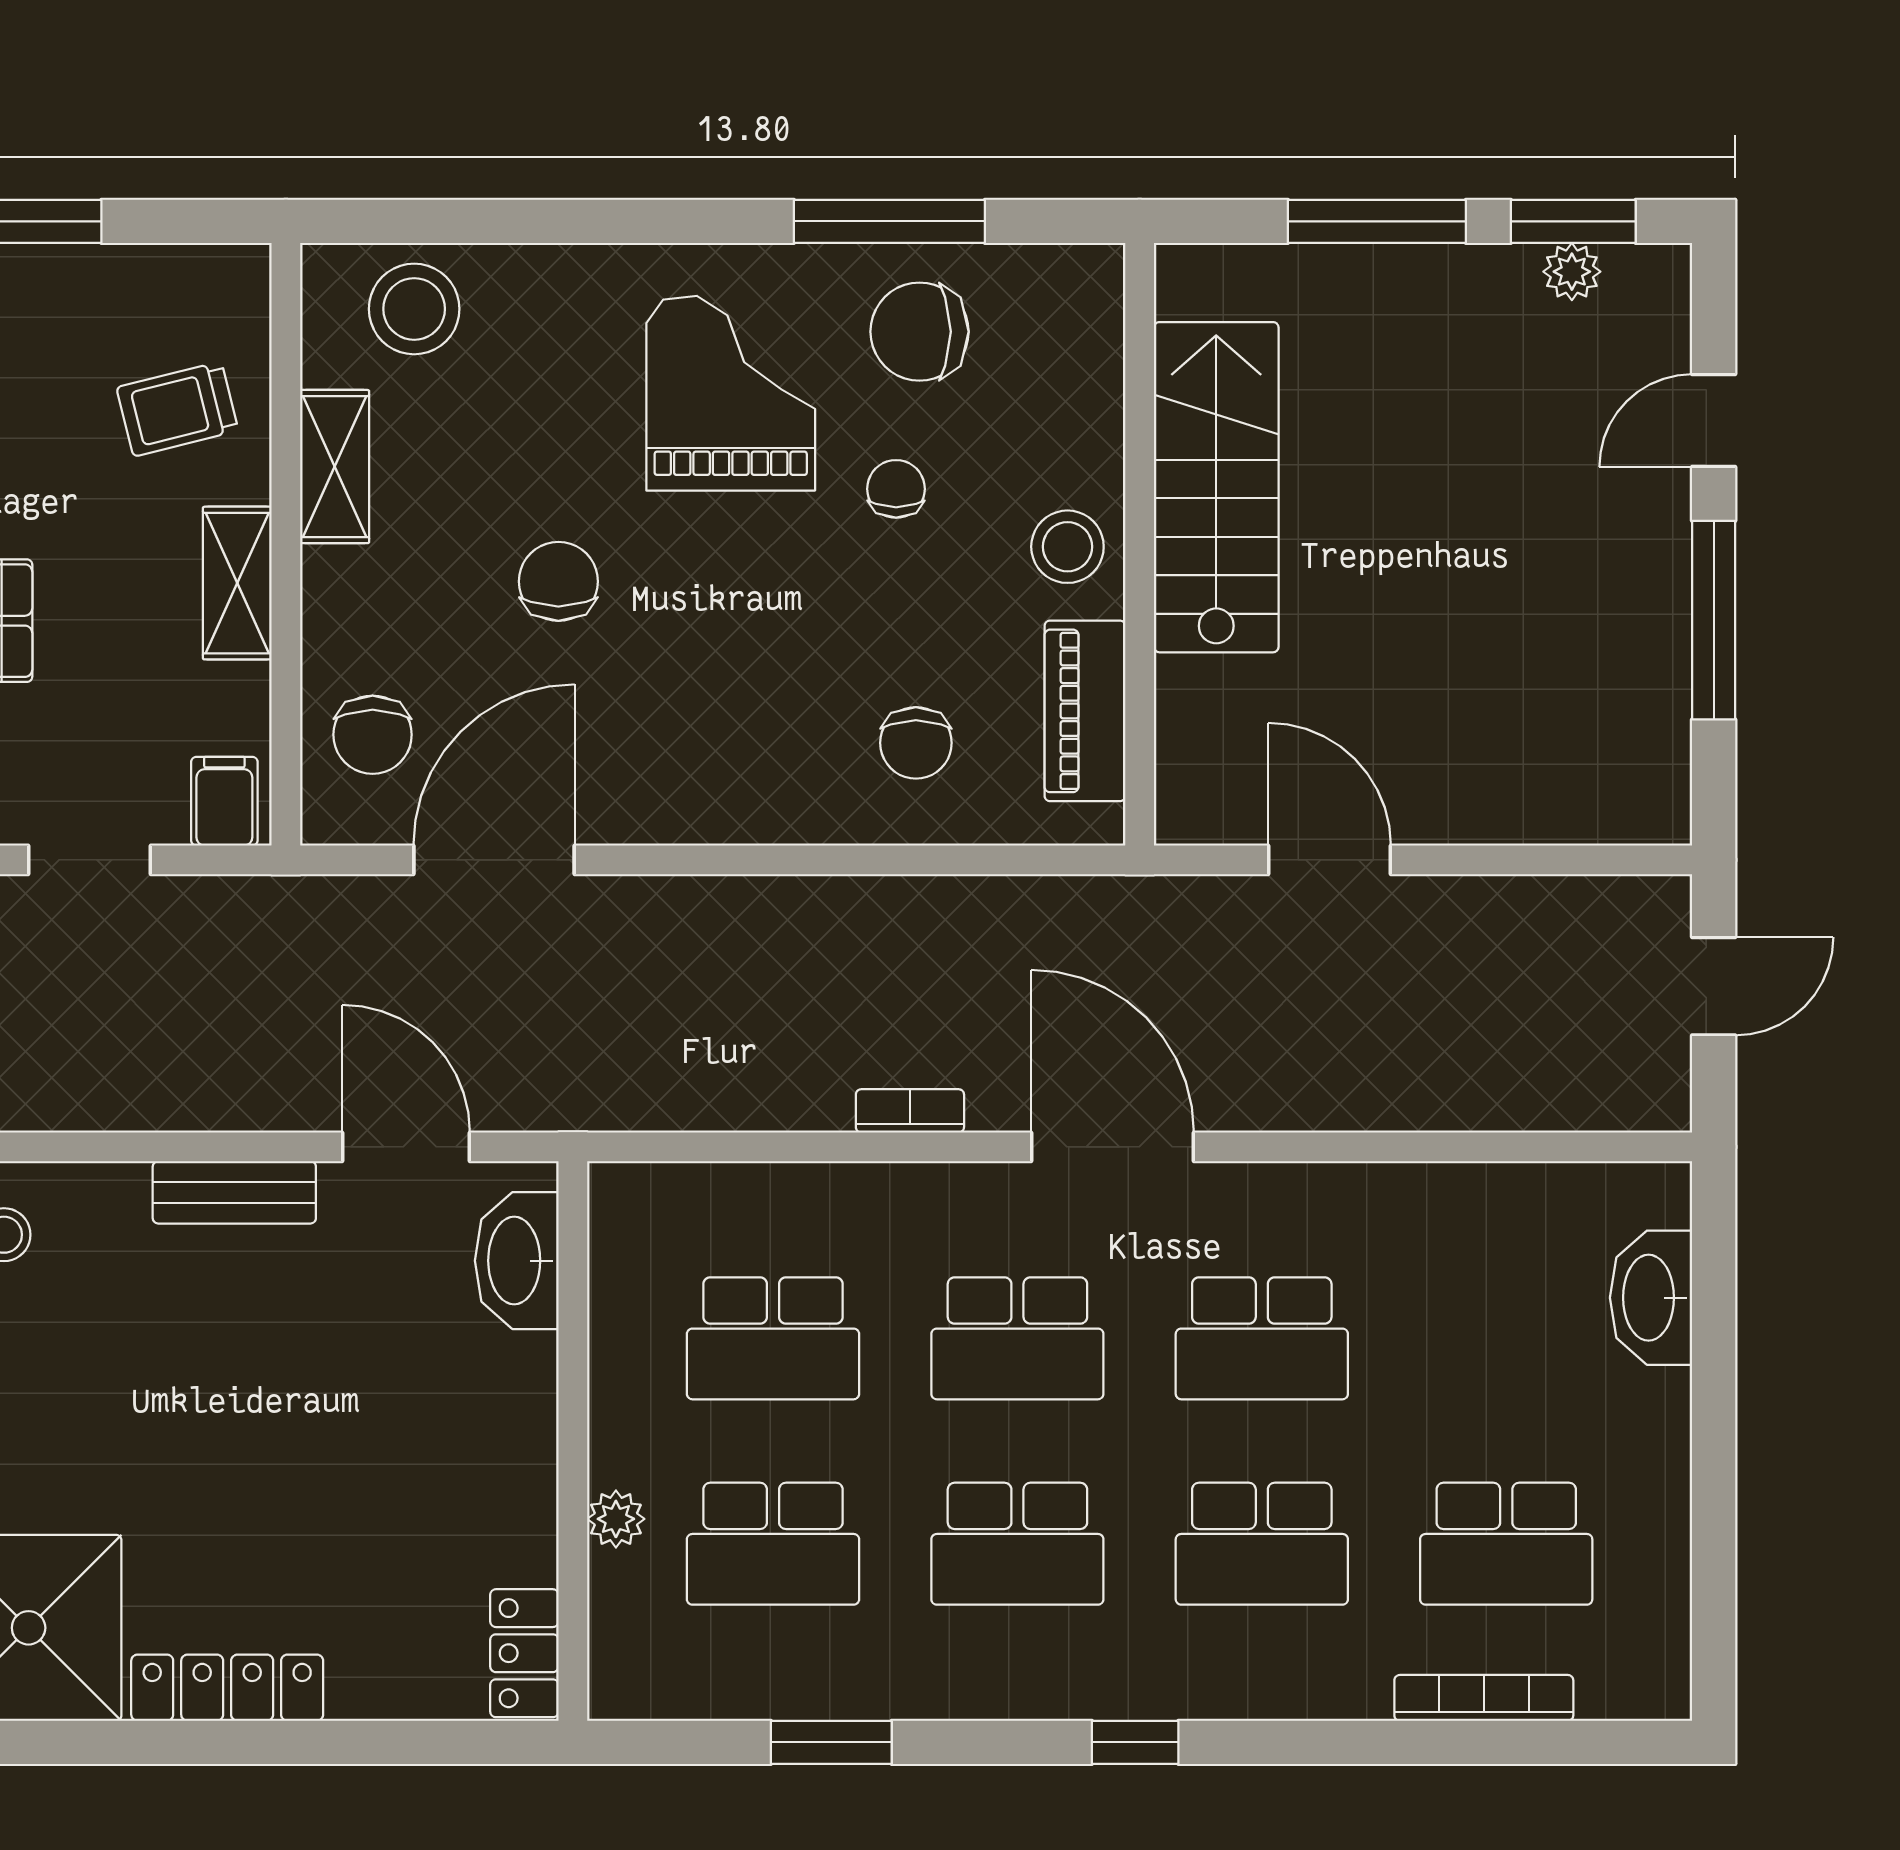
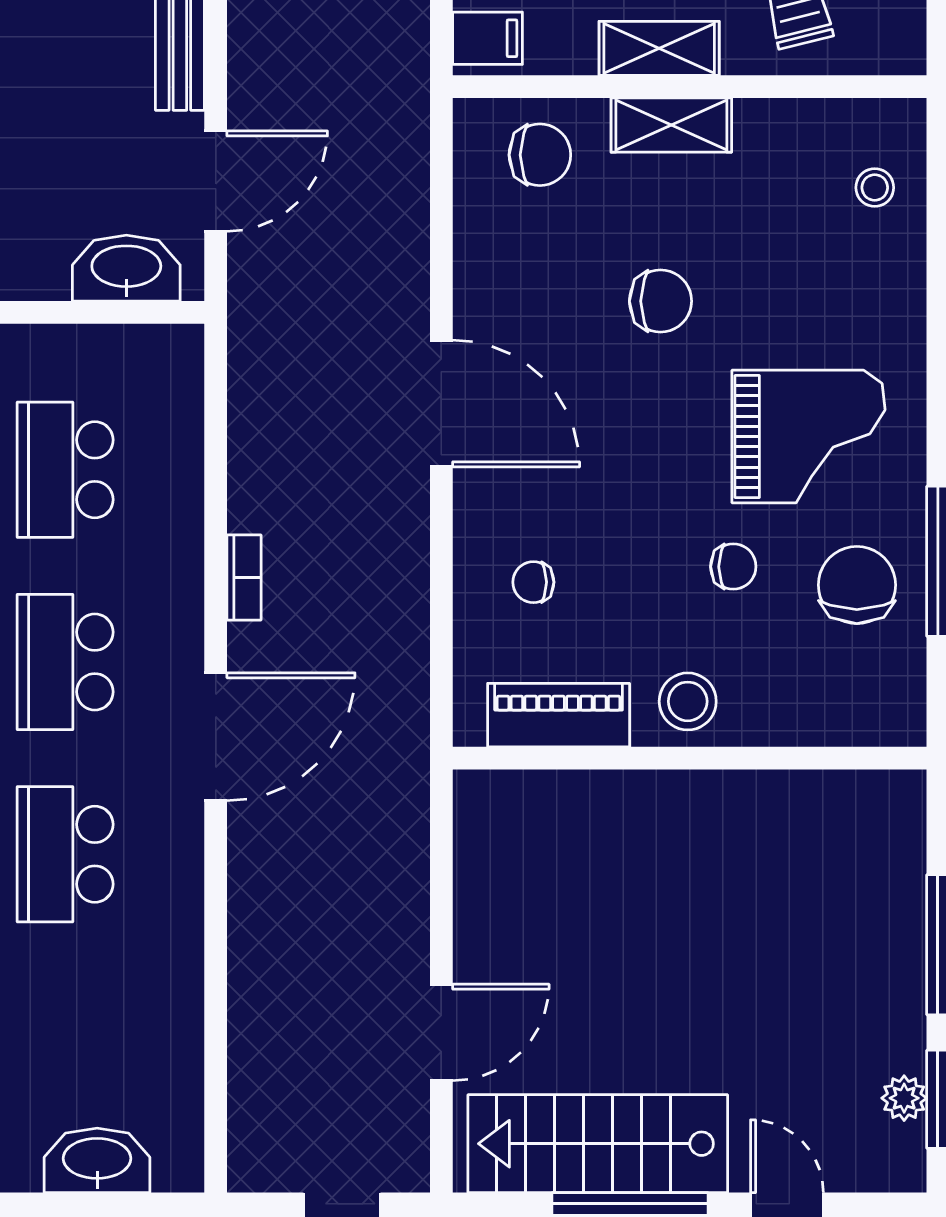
stool: (414, 309) -> (875, 188), width x0.53, depth x0.53
shelving: (335, 467) -> (671, 125), moved
stairs: (1216, 487) -> (598, 1144), moved, turned 180
chair: (373, 735) -> (540, 155), turned 180
chair: (916, 743) -> (533, 582), width x0.73, depth x0.73
door: (494, 860) -> (441, 403), moved
door: (1329, 860) -> (441, 1032), moved

